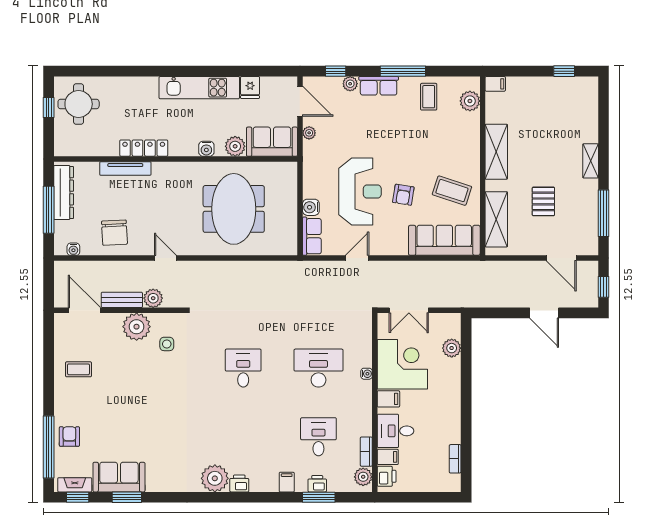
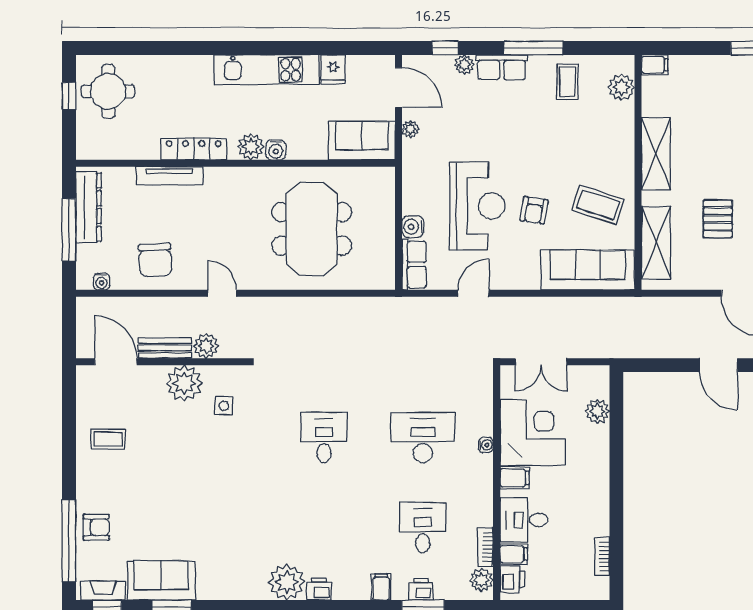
plant: (235, 146) -> (251, 147), moved
armchair: (69, 437) -> (96, 527), turned 90

